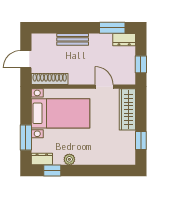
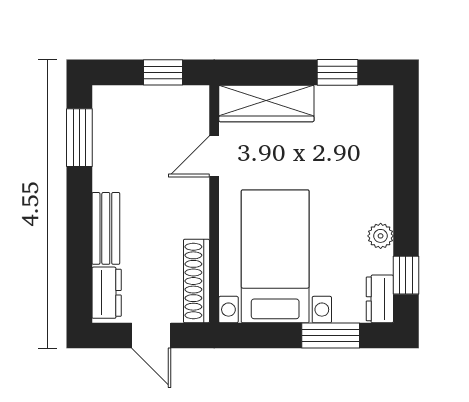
dresser: (124, 40) -> (107, 293), moved

